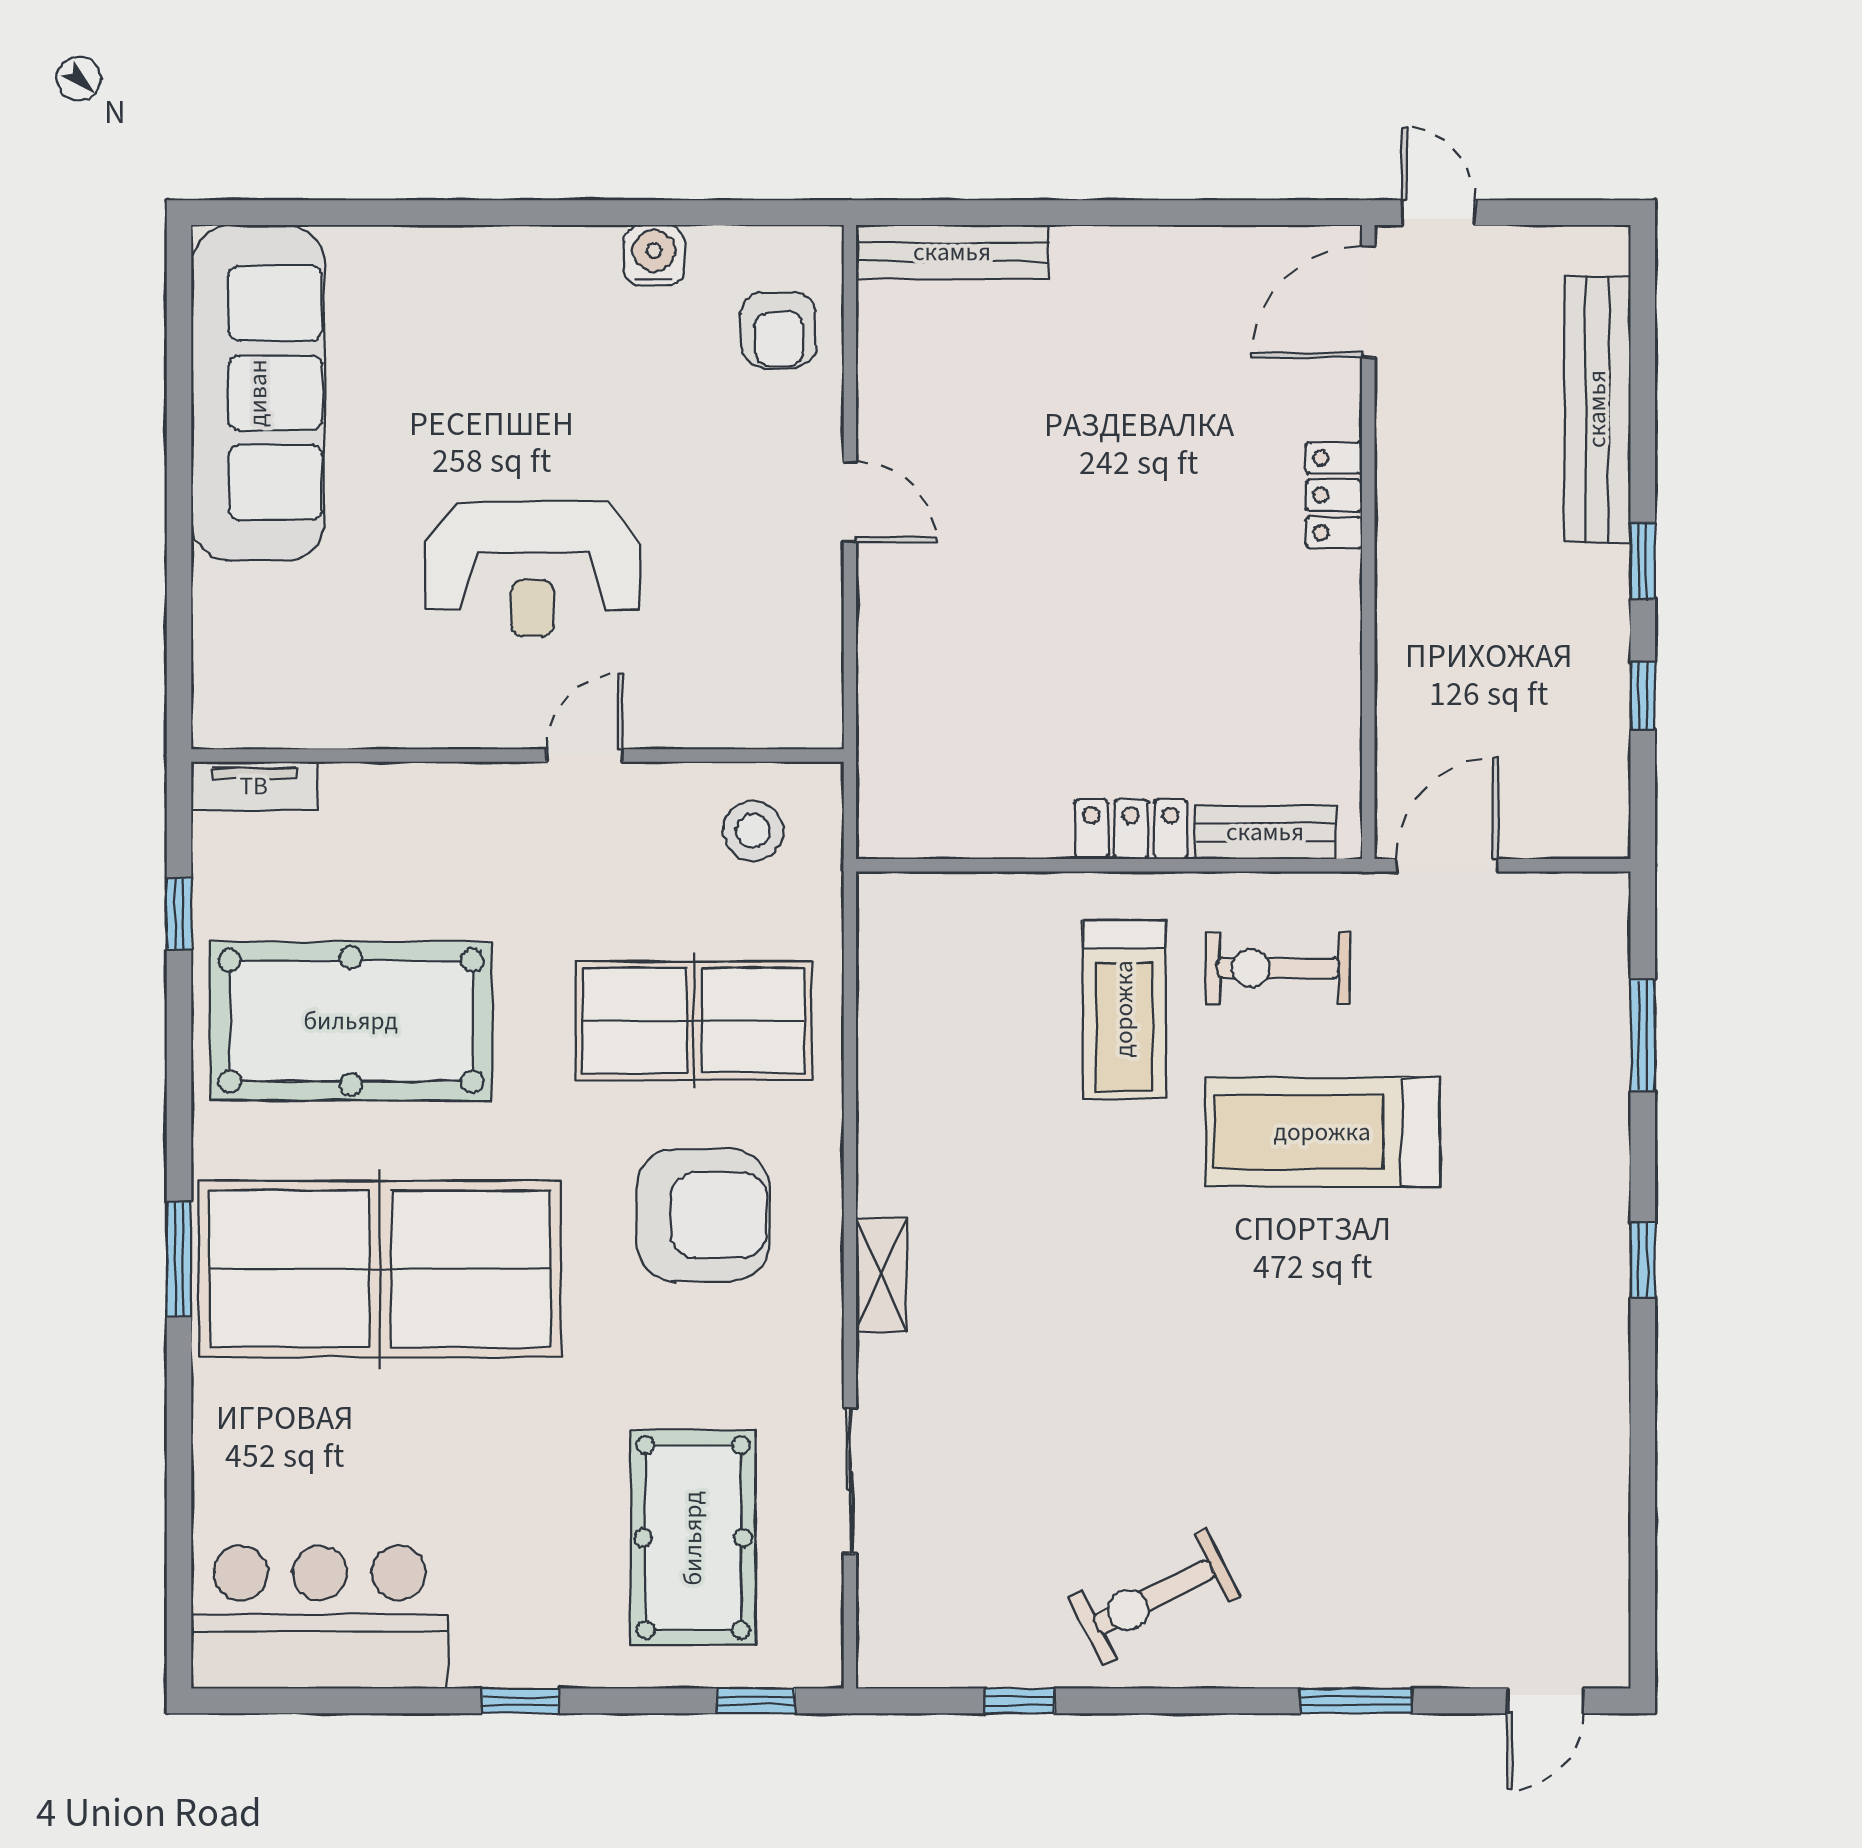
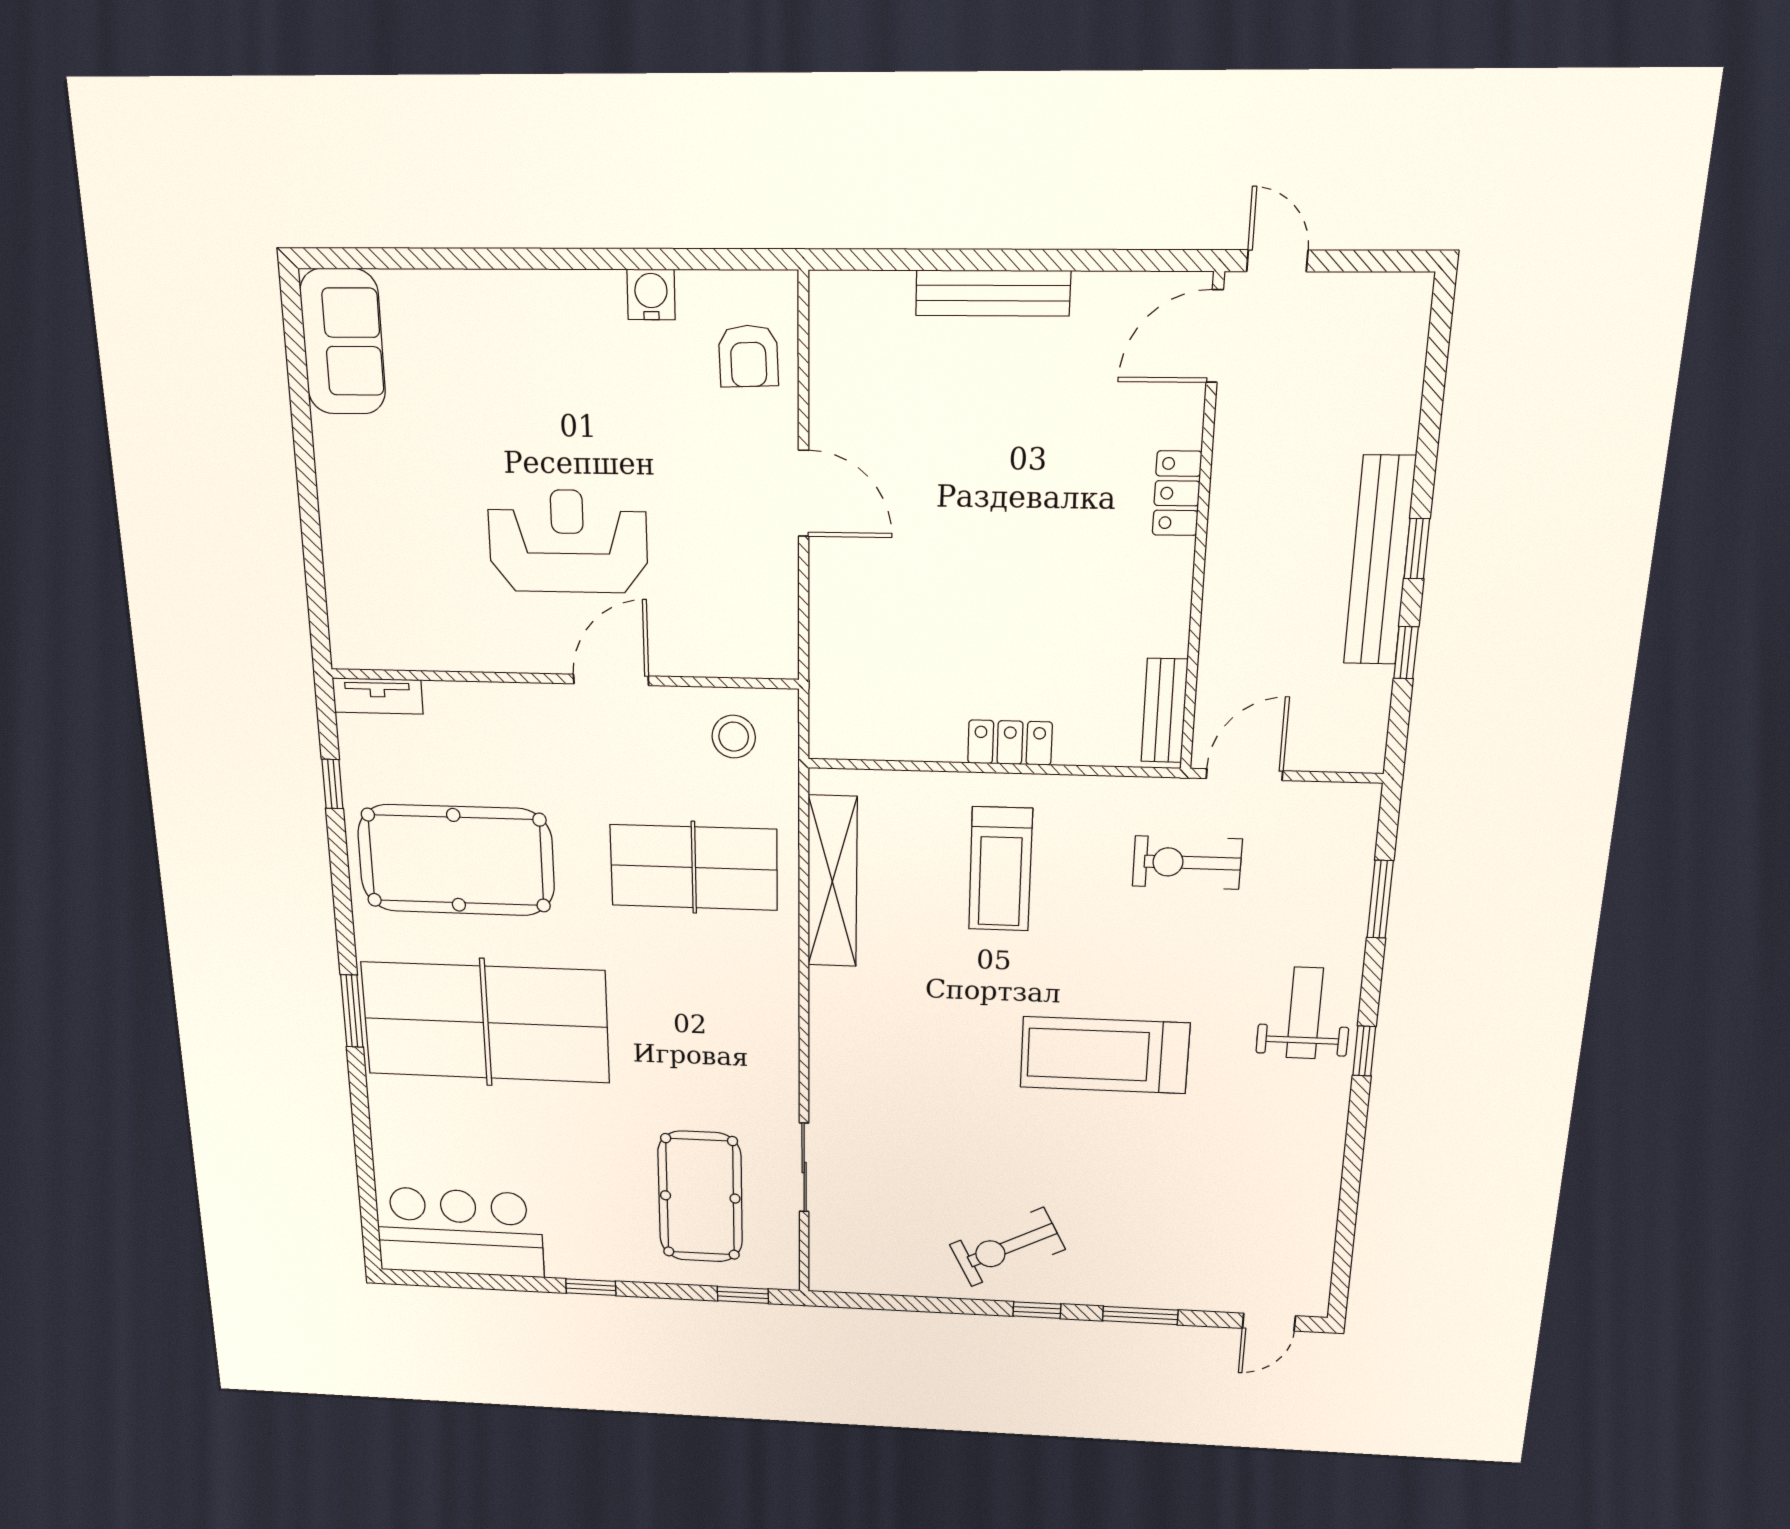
bench: (952, 252) -> (993, 293), moved
sofa: (258, 393) -> (343, 342), width x0.54, depth x0.79
bench: (1597, 409) -> (1380, 561), moved
door: (850, 502) -> (804, 493), width x1.38
reception desk: (532, 569) -> (568, 541), turned 180
door: (585, 755) -> (611, 680), width x1.37
bench: (1265, 832) -> (1164, 711), moved, turned 90
exercise bike: (1278, 968) -> (1187, 863), moved
treadmill: (1322, 1132) -> (1105, 1055), moved
weight bench: (1556, 1206) -> (1305, 1013), added
armchair: (703, 1215) -> (703, 996), removed
shelving: (882, 1275) -> (832, 882), moved, width x2.20, depth x1.33
window: (1020, 1701) -> (1037, 1310), moved

